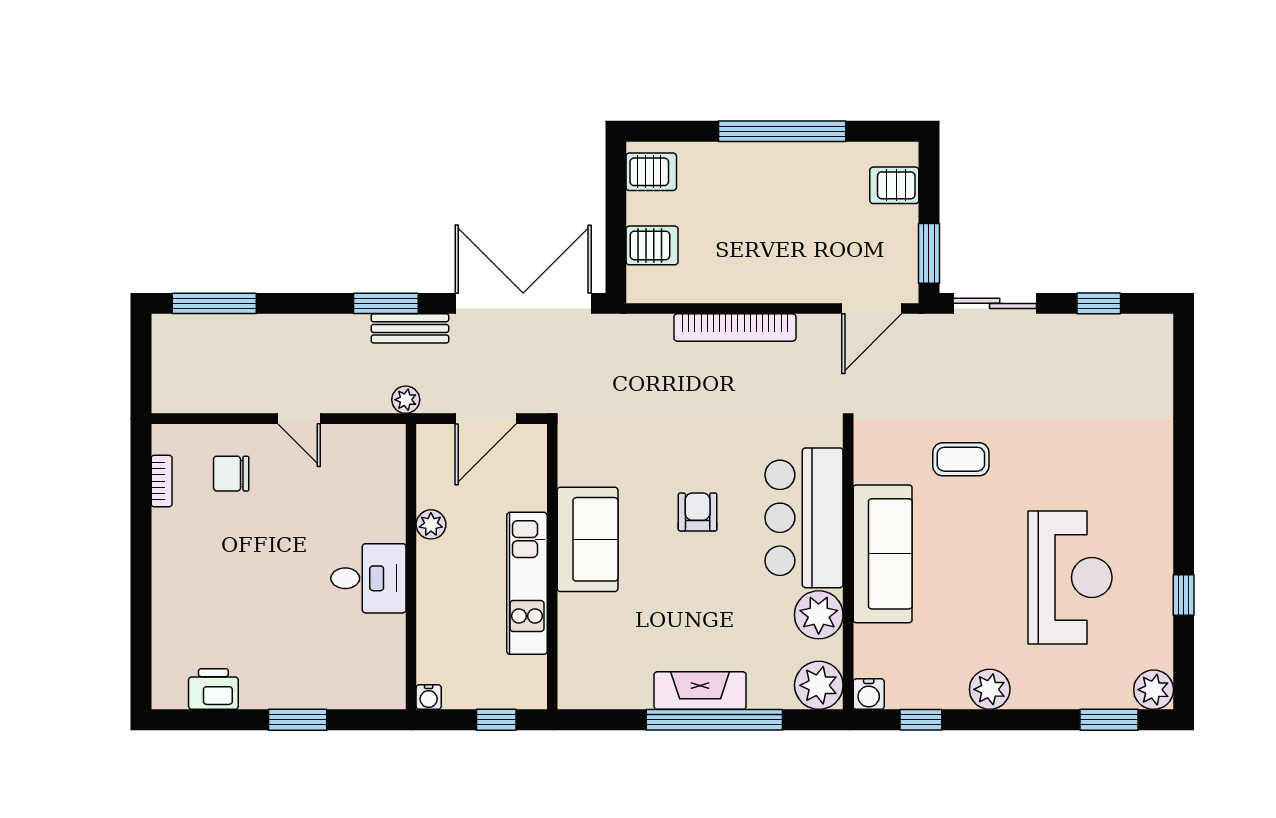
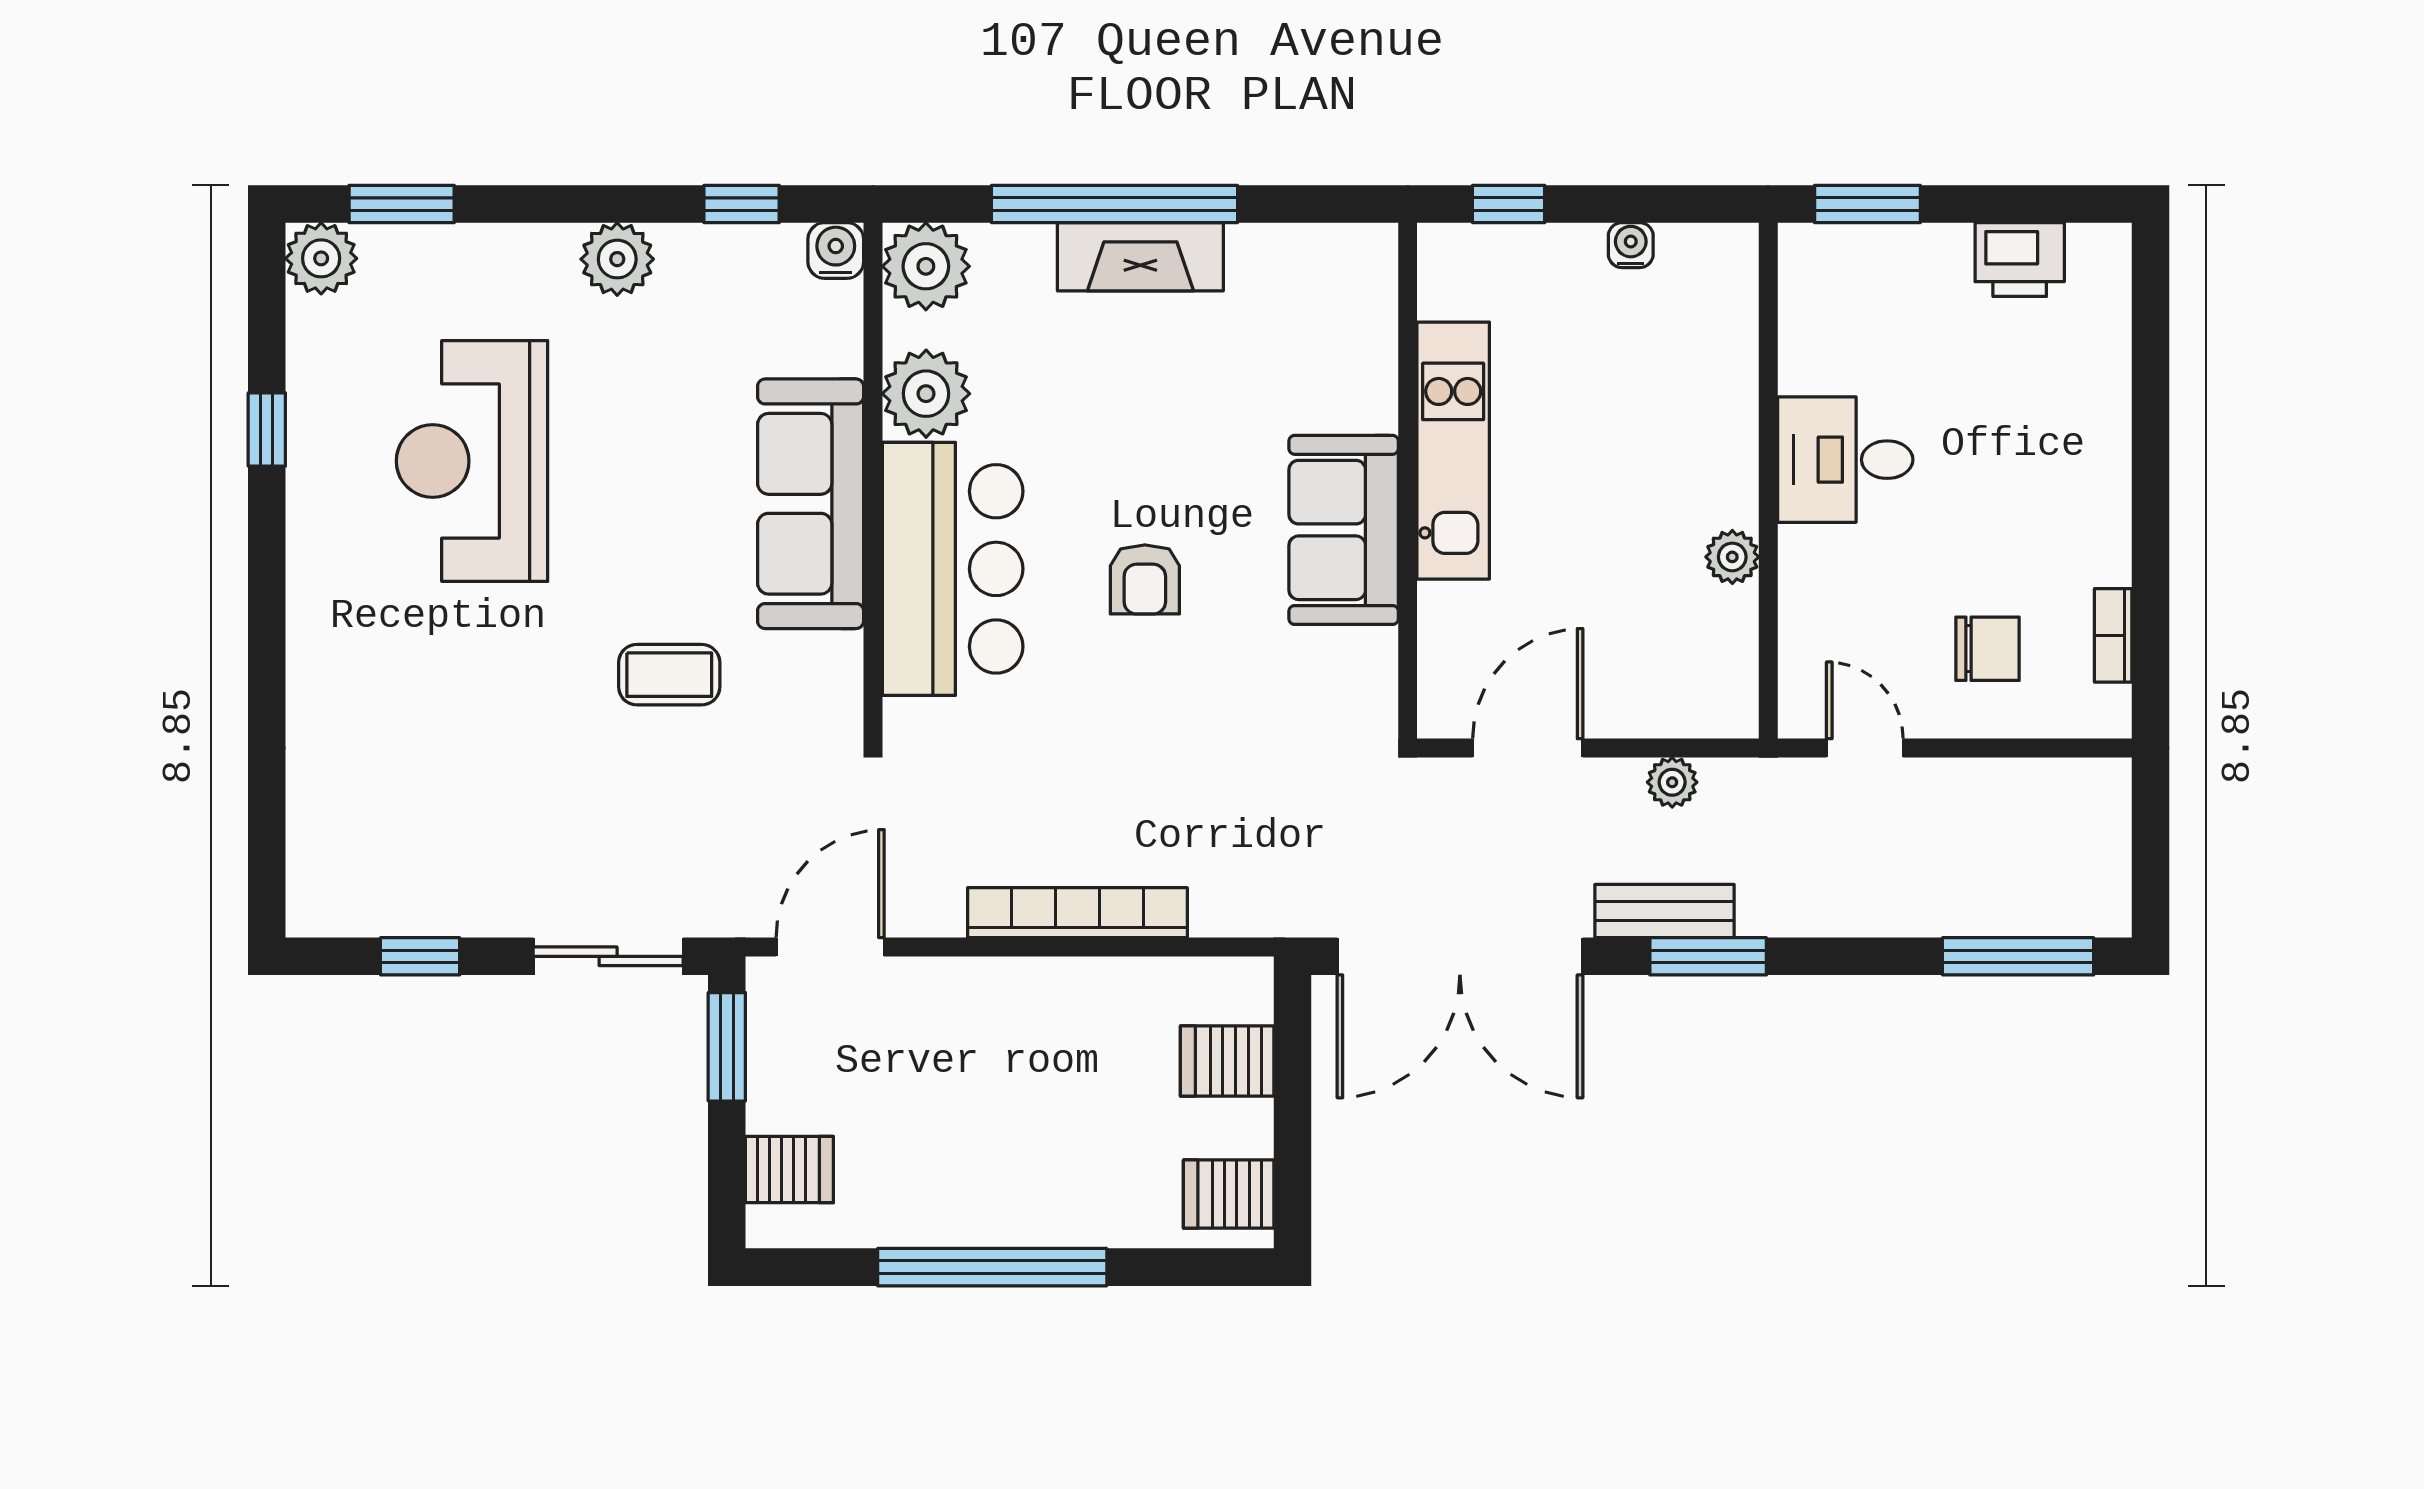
plant: (431, 524) -> (1732, 557), moved
wall: (411, 567) -> (1768, 481), moved
desk: (368, 578) -> (1845, 460), moved

